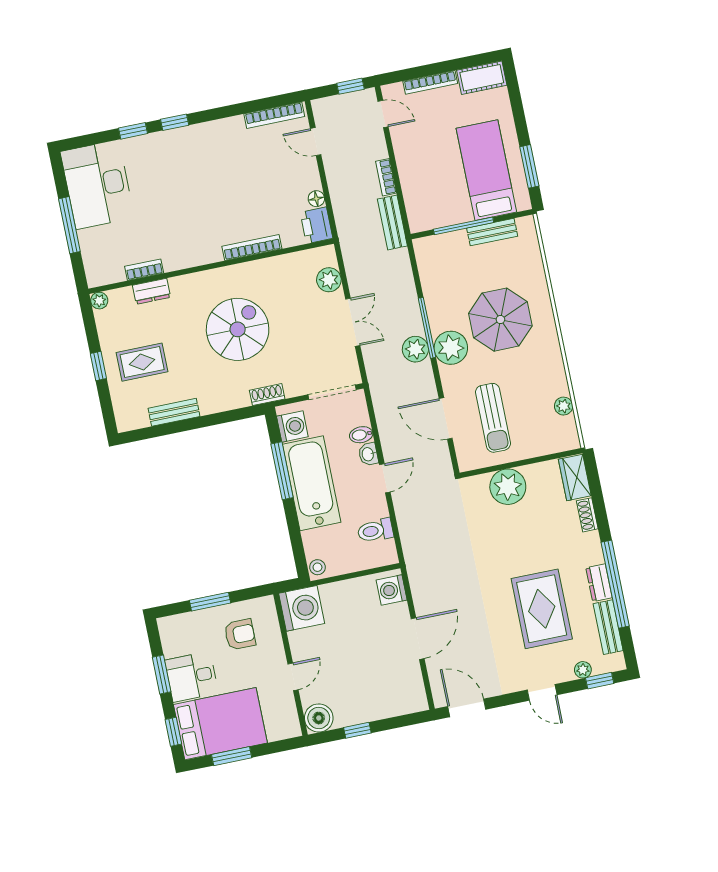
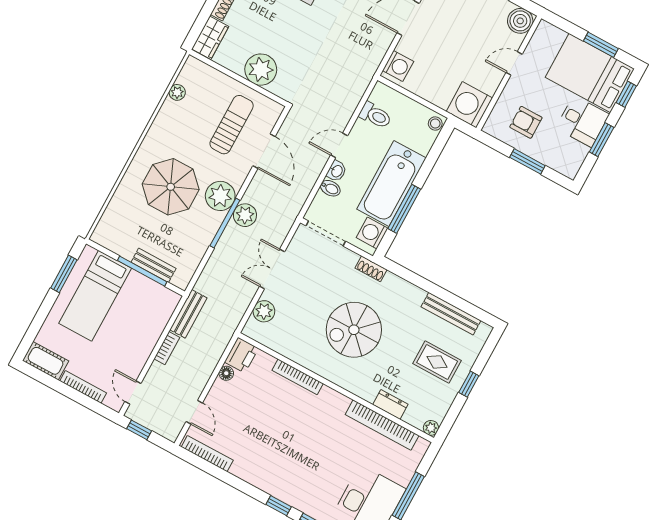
bench: (492, 232) -> (154, 265), moved
bookcase: (144, 270) -> (382, 425), width x2.31, depth x1.31
bench: (174, 412) -> (451, 314), width x1.36

